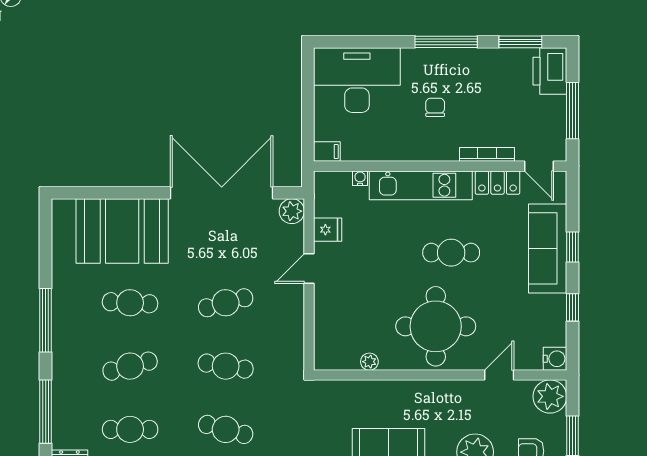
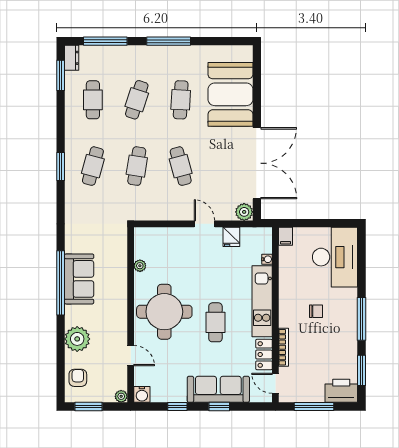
door: (539, 166) -> (275, 383), hinge flipped
cafe table: (130, 366) -> (137, 100), turned 33
plant: (550, 396) -> (121, 396), width x0.53, depth x0.53

